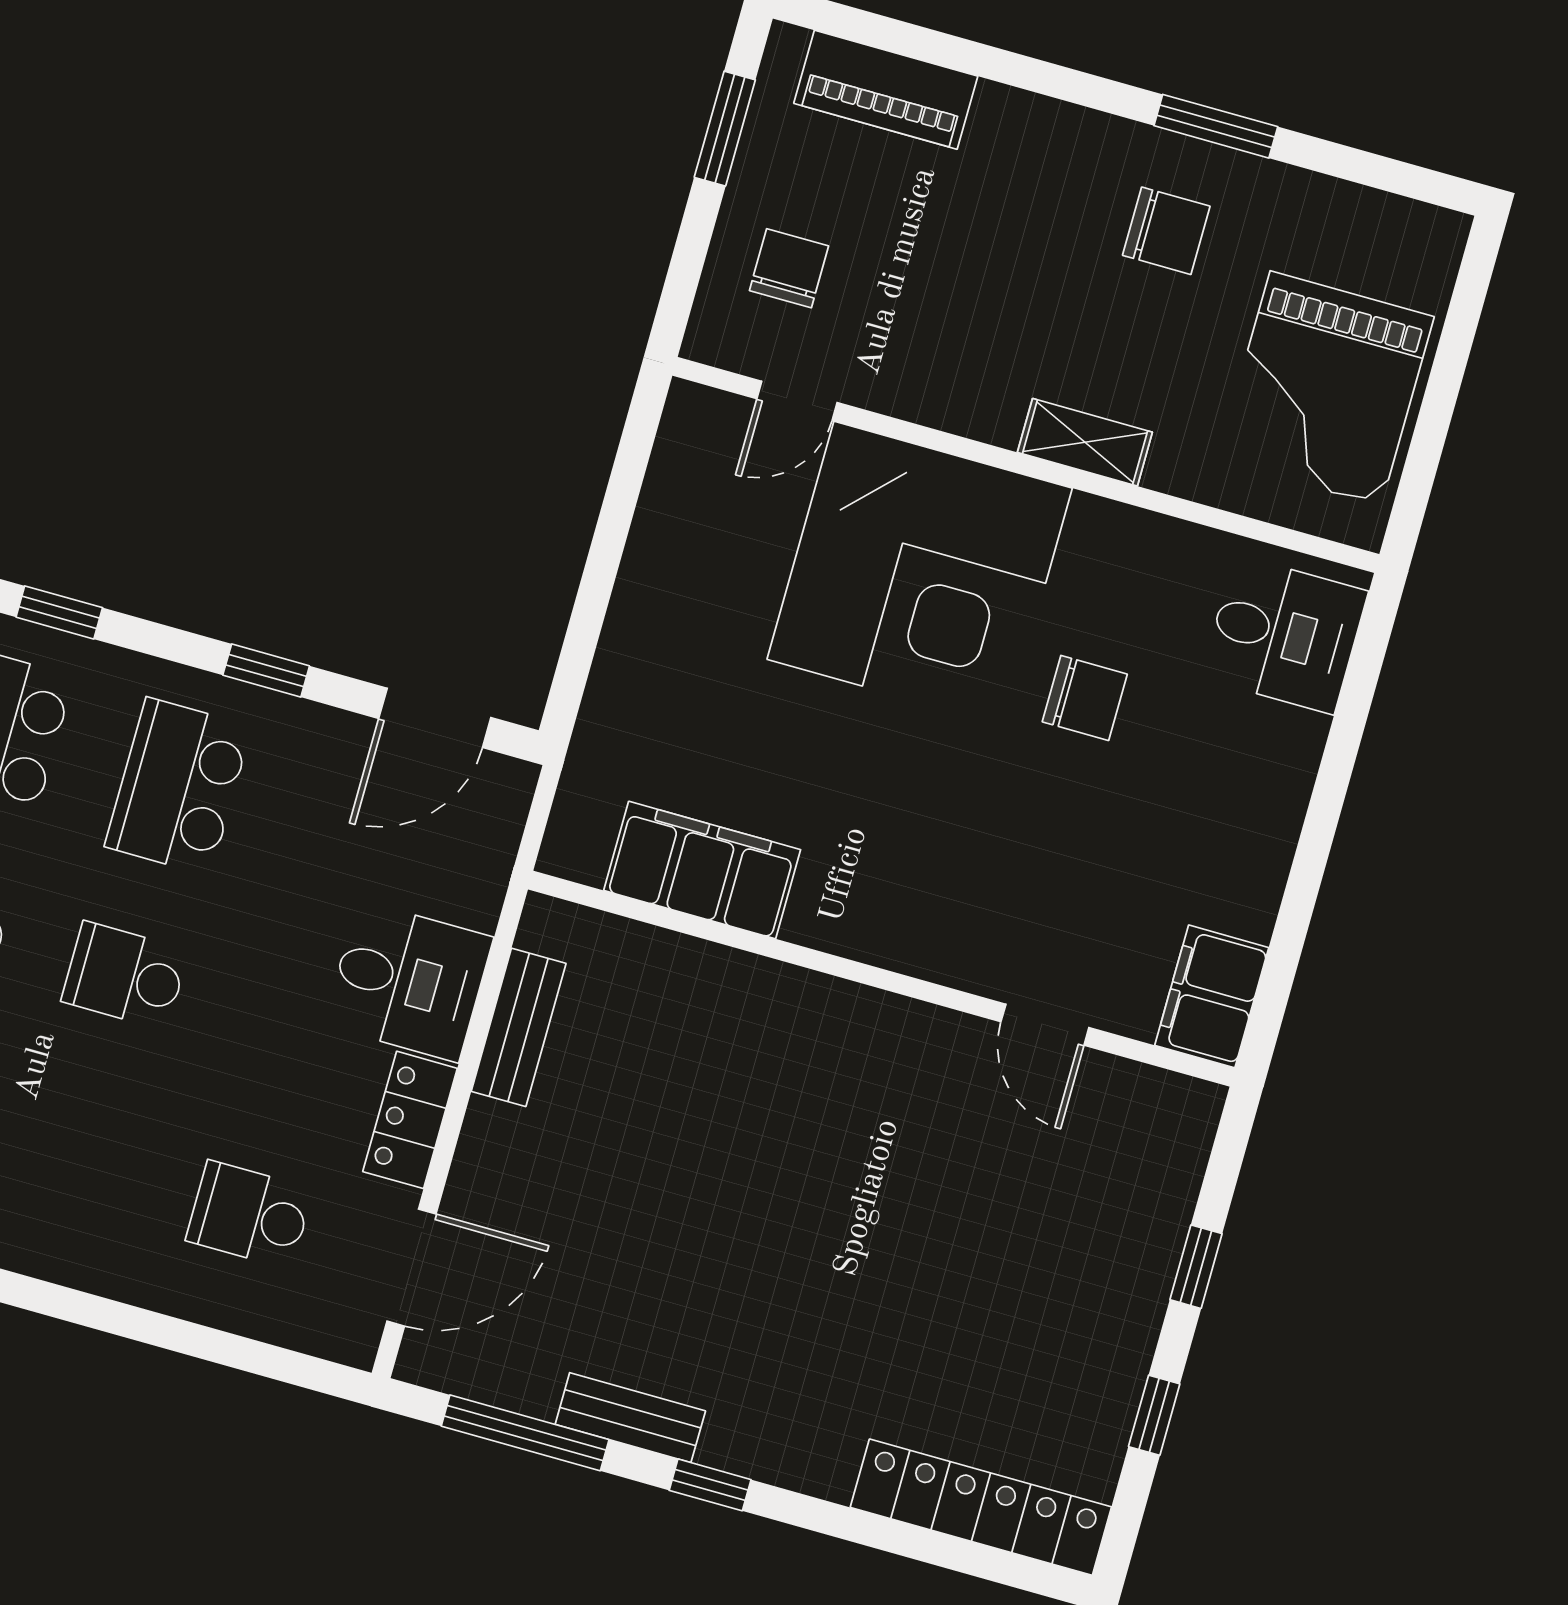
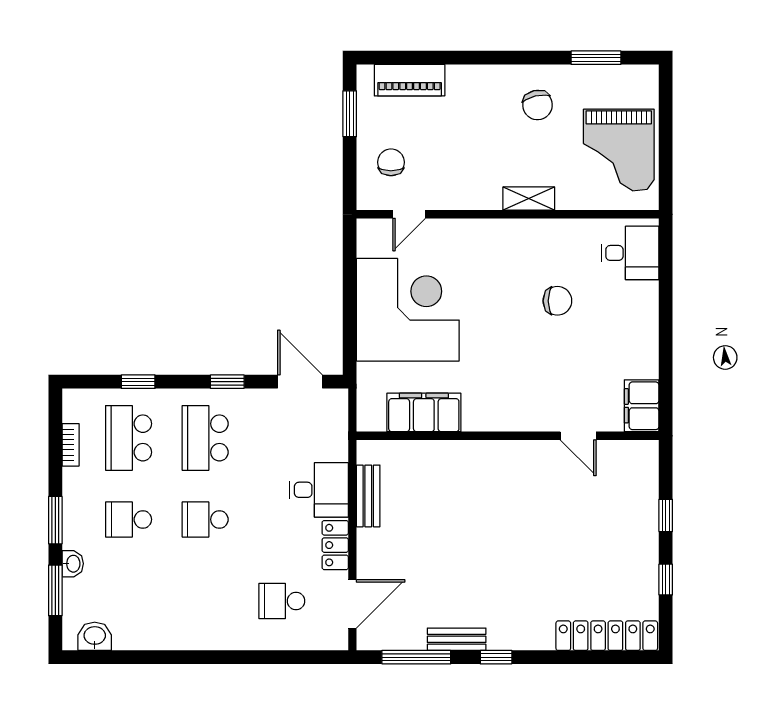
window: (1216, 126) -> (596, 58), moved
chair: (1166, 231) -> (537, 105), turned 77
corner desk: (920, 574) -> (408, 310), moved, turned -90
door: (435, 718) -> (300, 382), swing flipped

